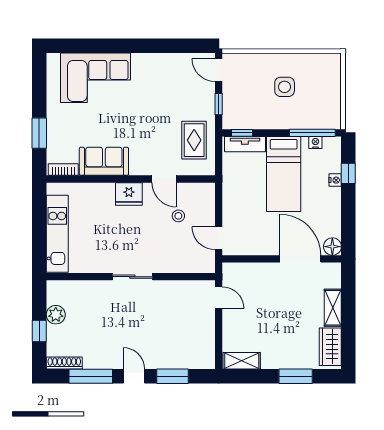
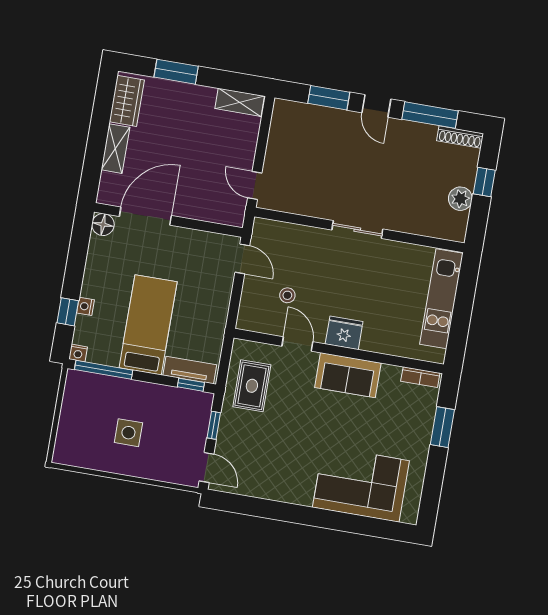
nightstand: (315, 143) -> (78, 353), moved
sofa: (104, 161) -> (348, 375), moved
door: (300, 259) -> (145, 216), swing flipped

